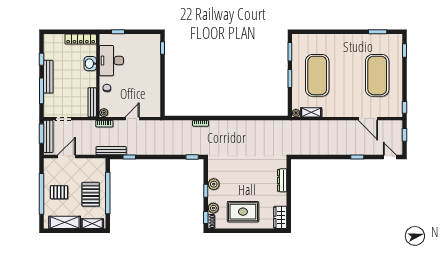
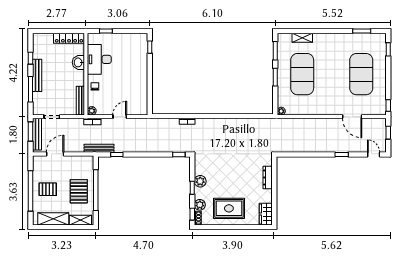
shelving: (311, 112) -> (302, 38), moved

